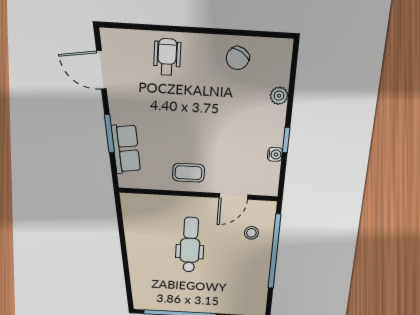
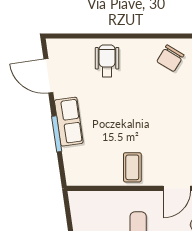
row of seats: (126, 149) -> (69, 122), moved
coffee table: (188, 173) -> (132, 167), turned 90

